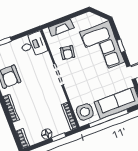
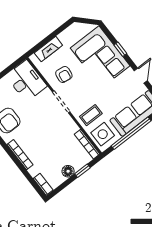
desk: (33, 45) -> (26, 81), width x1.37
coffee table: (80, 93) -> (91, 115), added

